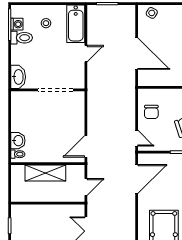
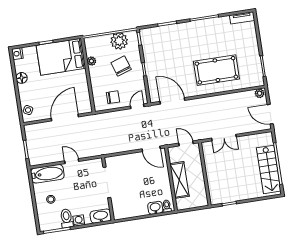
washing machine: (17, 24) -> (79, 221), moved

